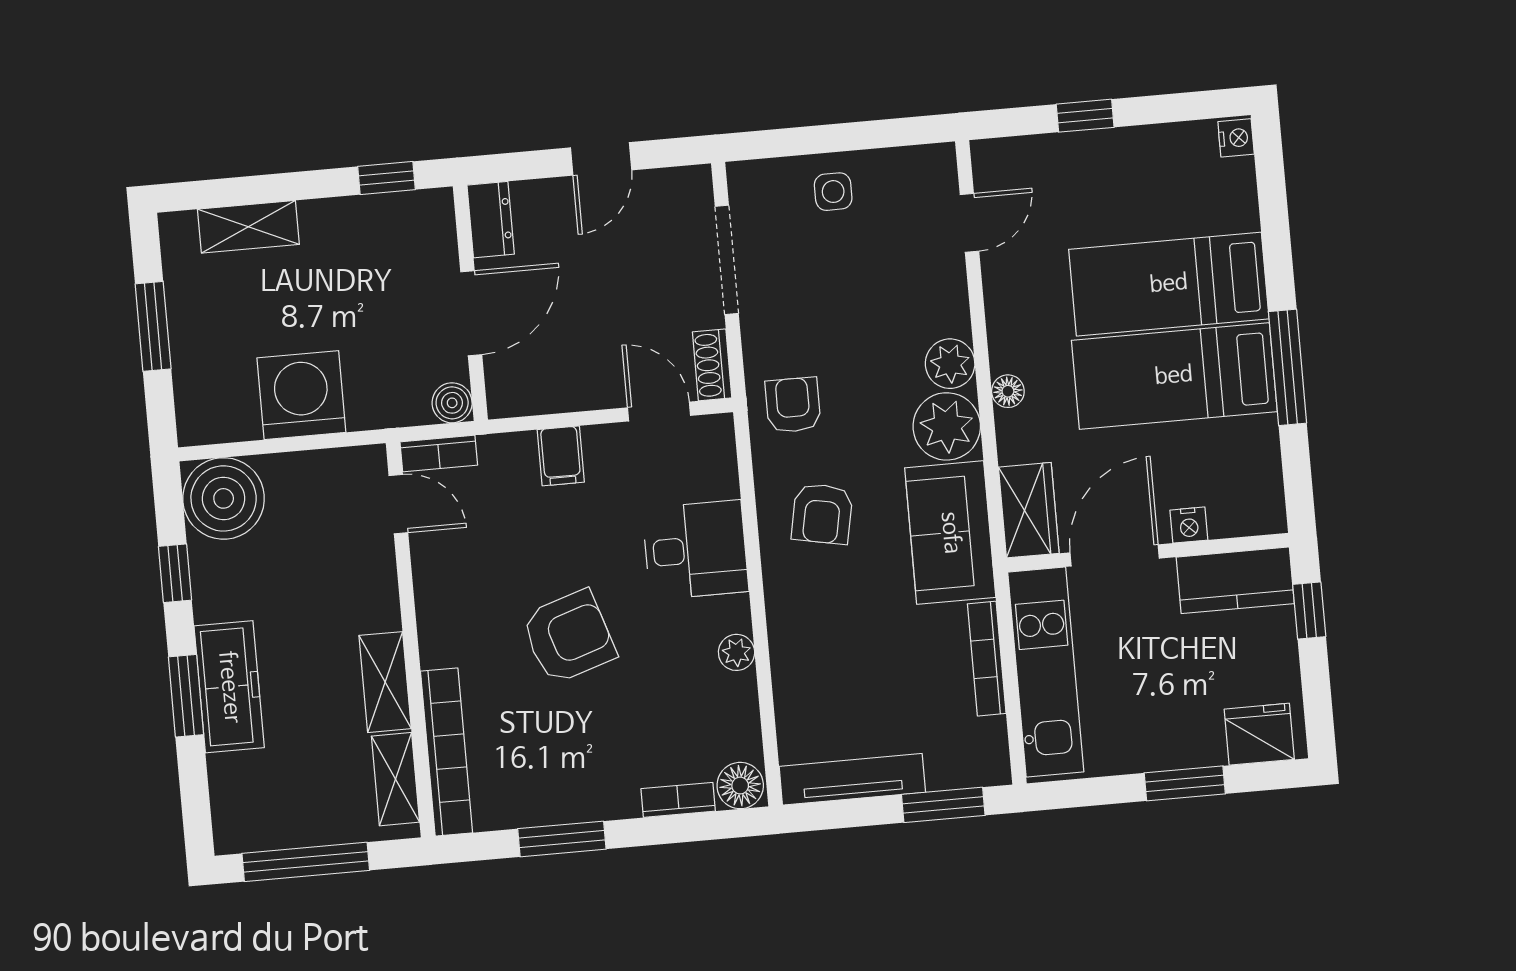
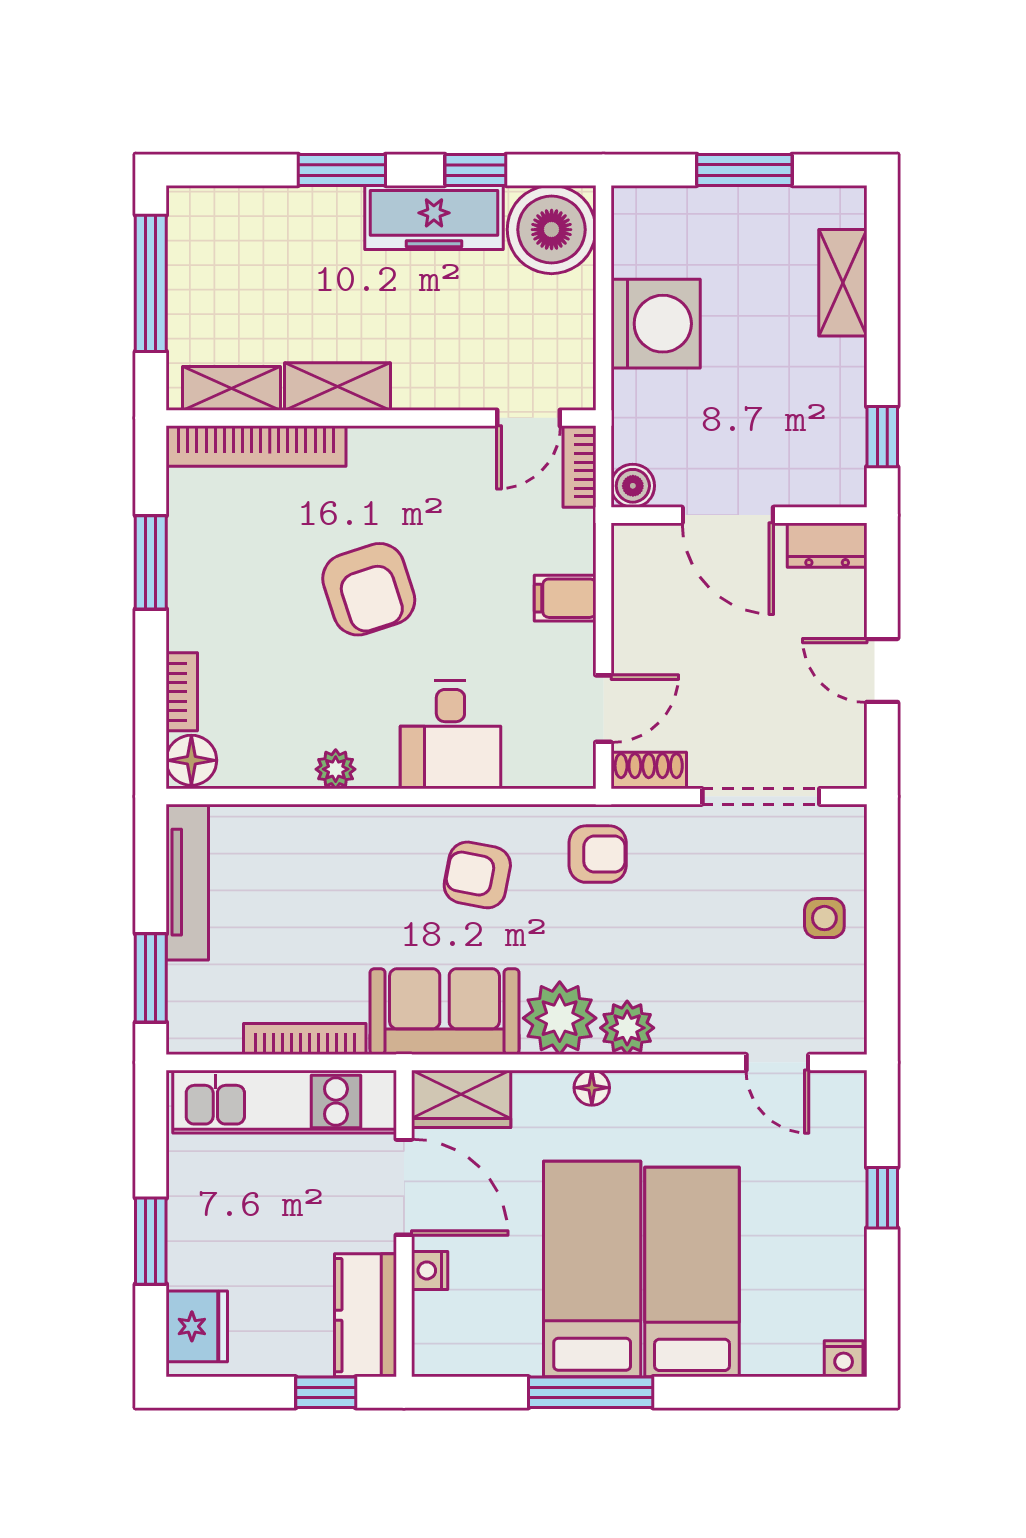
freezer: (229, 687) -> (434, 217), moved

